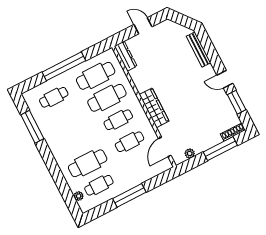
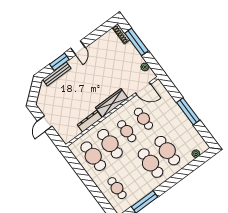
dresser: (126, 56) -> (90, 121), moved
window: (64, 66) -> (90, 184), removed
window: (237, 102) -> (59, 62), moved
cafe table: (99, 185) -> (151, 163), moved, width x1.37, depth x1.35

